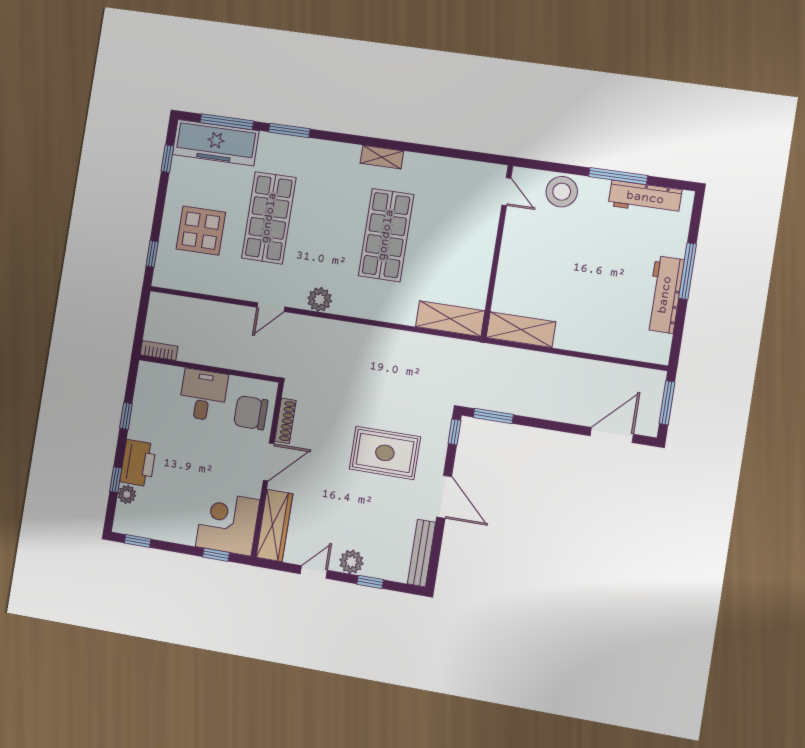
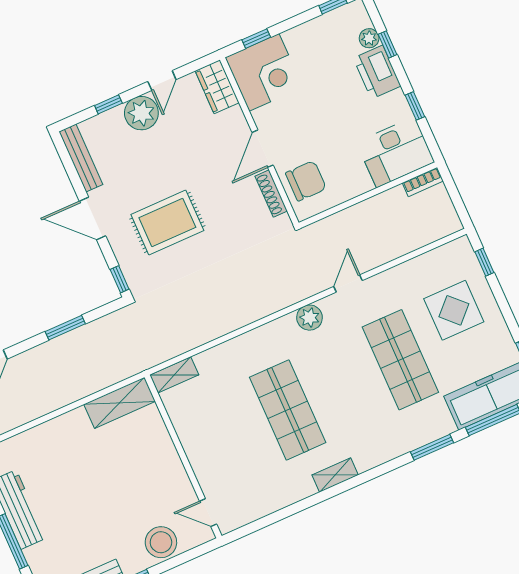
shelving: (450, 319) -> (174, 375), width x0.67, depth x0.75
desk: (203, 395) -> (396, 152), moved, width x1.37
window: (493, 416) -> (65, 328), moved
wardrobe: (274, 526) -> (217, 87), width x0.67
plant: (351, 562) -> (141, 113), width x1.36, depth x1.36

